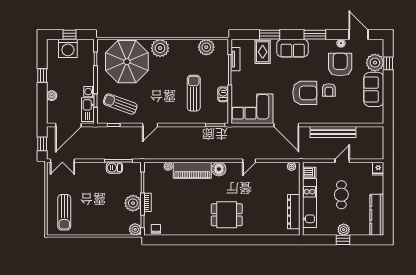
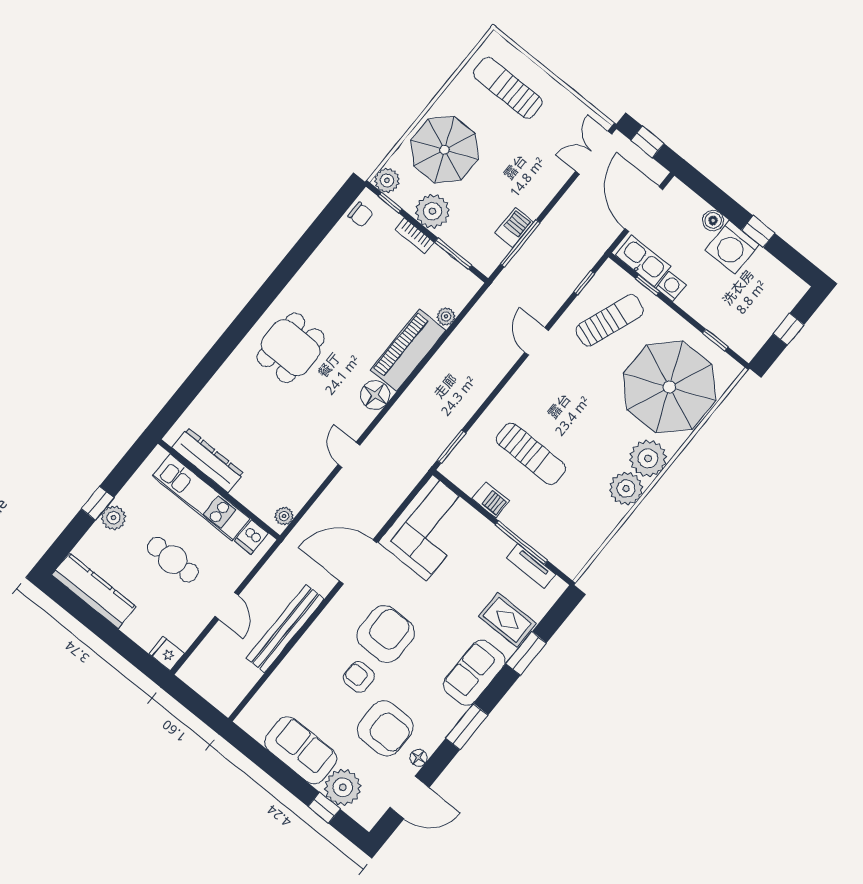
plant: (206, 47) -> (626, 489), moved
washing machine: (68, 48) -> (732, 247), moved, turned -90
armchair: (305, 93) -> (386, 634), turned 180
parasol: (106, 217) -> (444, 150), added

